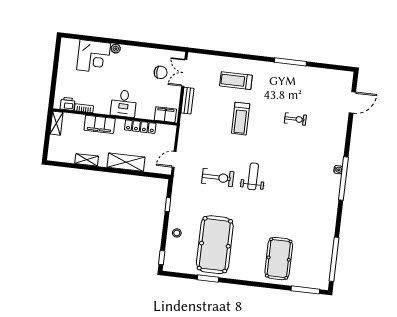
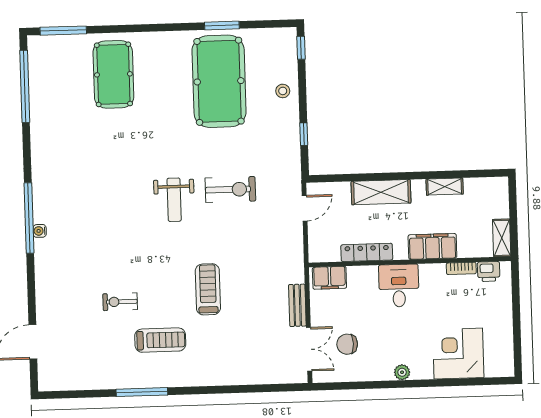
plant: (116, 49) -> (402, 372), moved
treadmill: (236, 81) -> (160, 340), moved
exercise bike: (218, 178) -> (230, 189), turned 180

